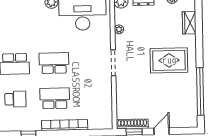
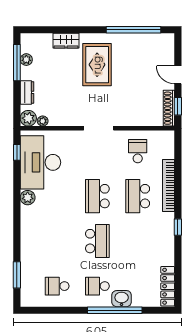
wardrobe: (189, 23) -> (66, 41), moved
plant: (119, 29) -> (43, 121), moved
school desk: (15, 99) -> (138, 151), moved

